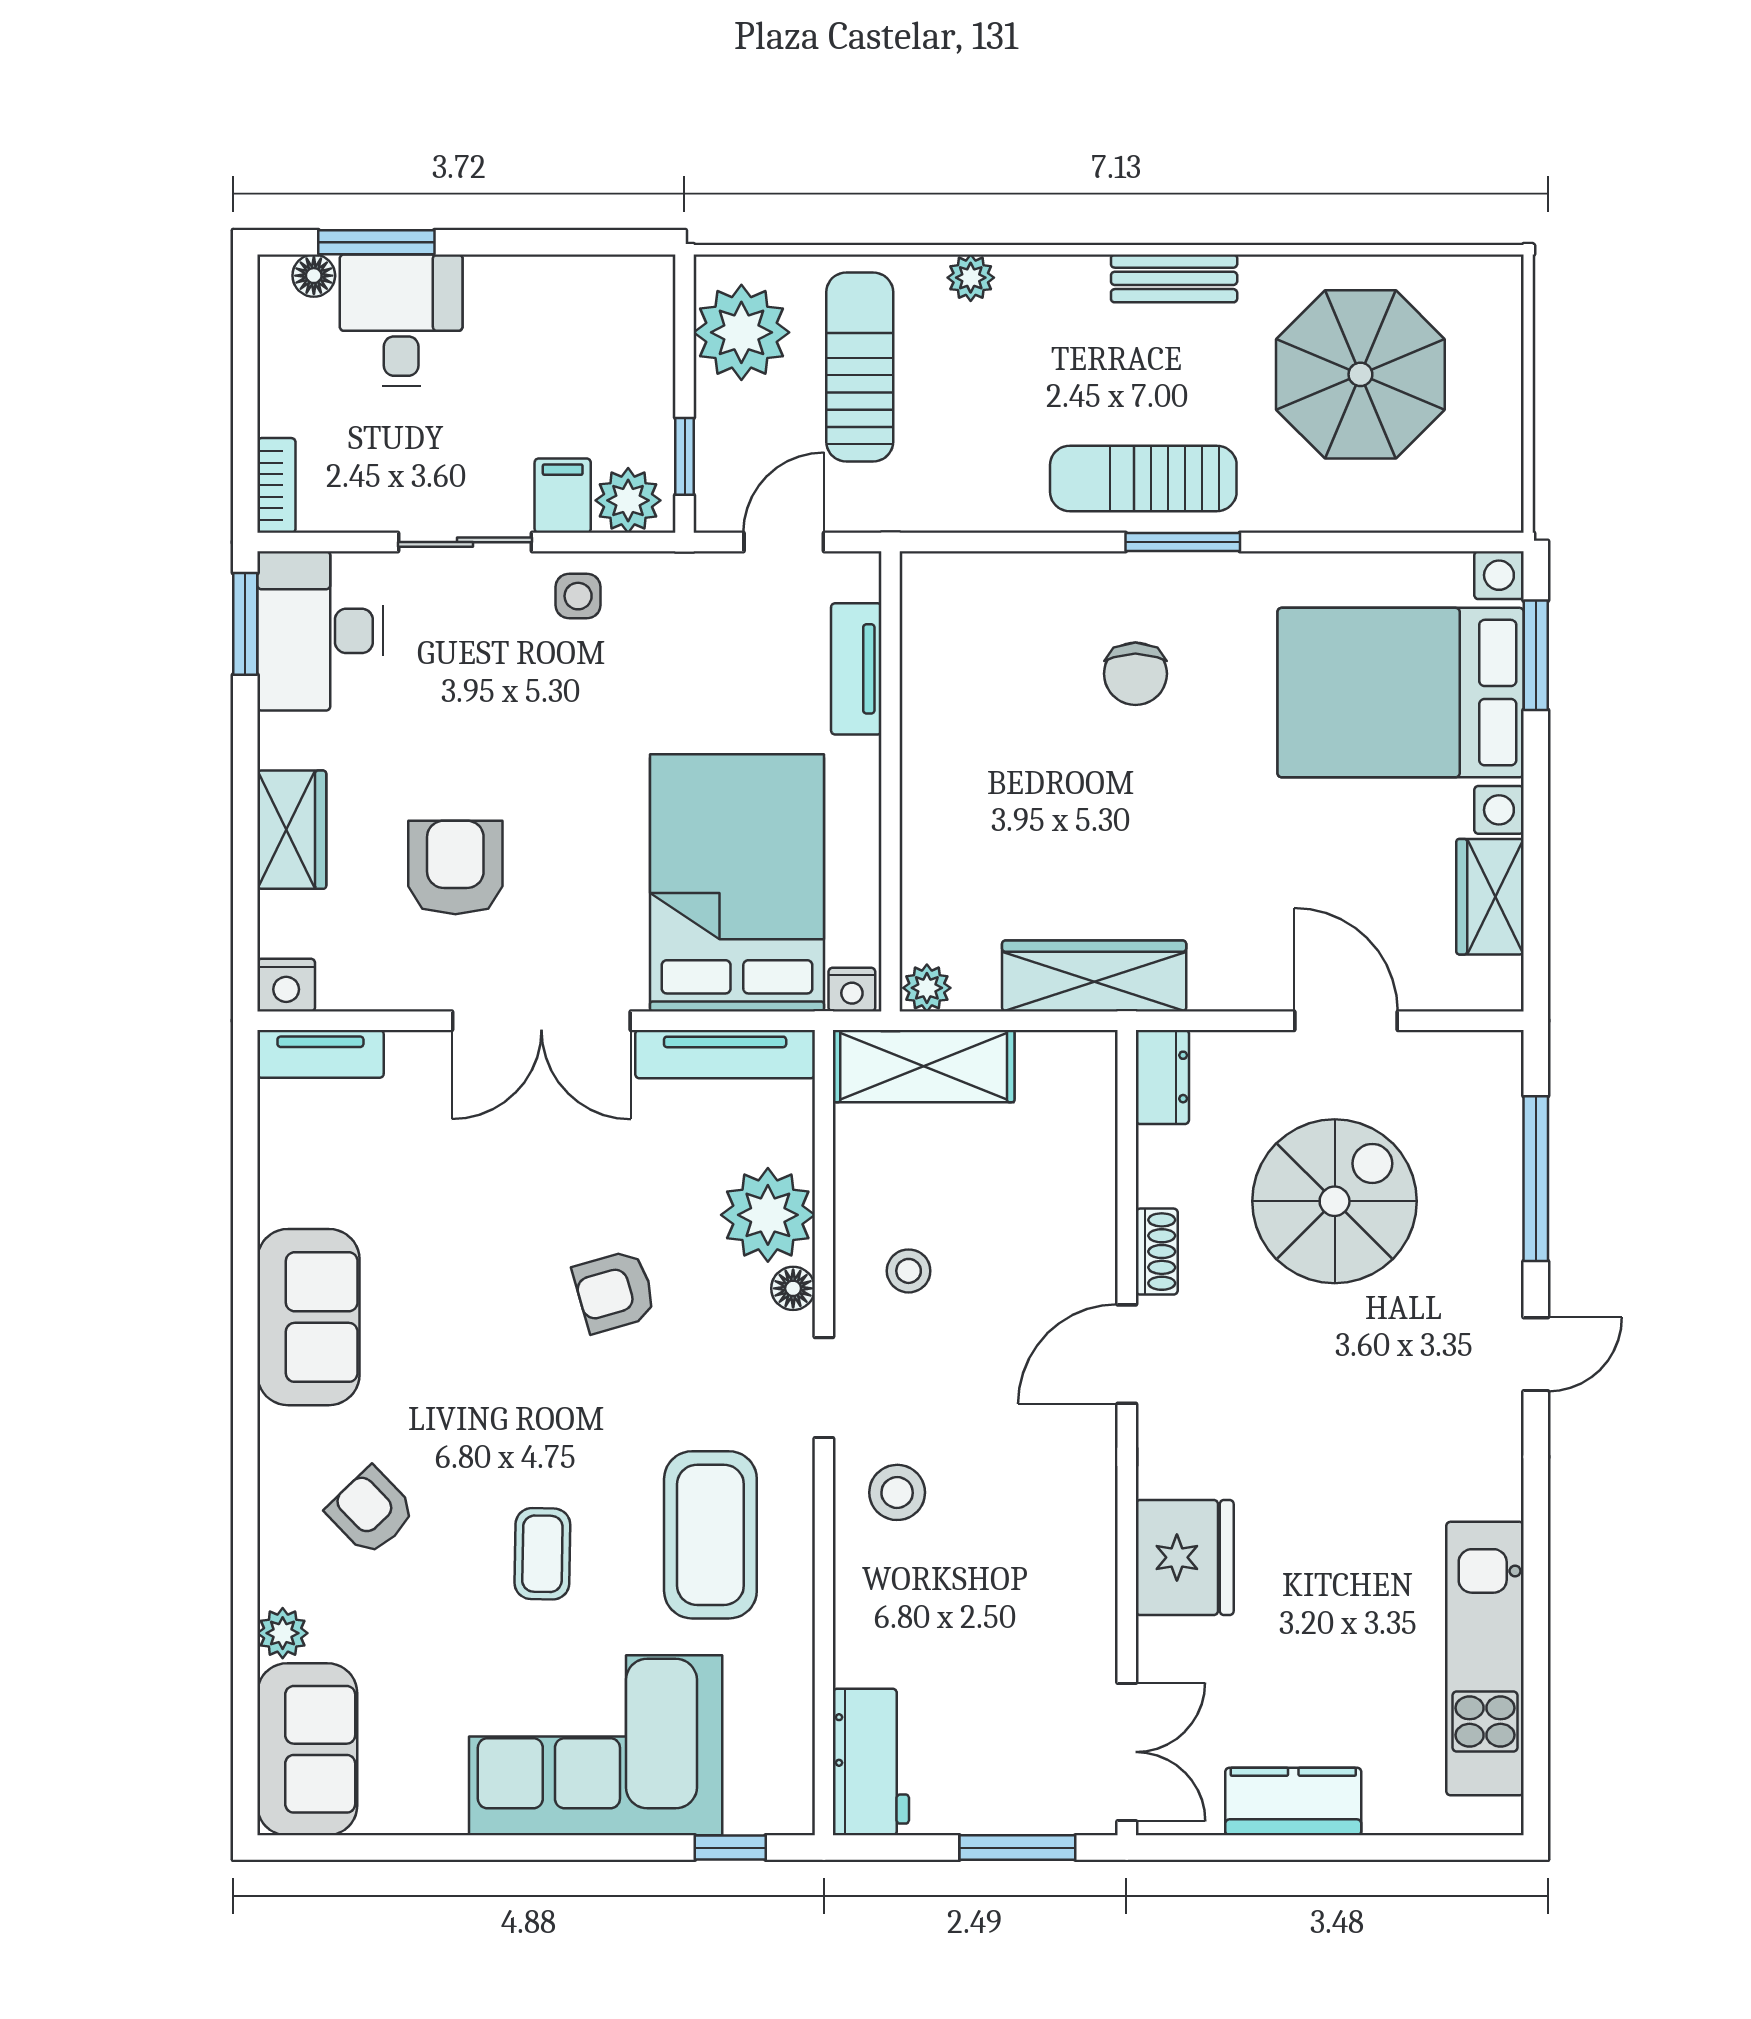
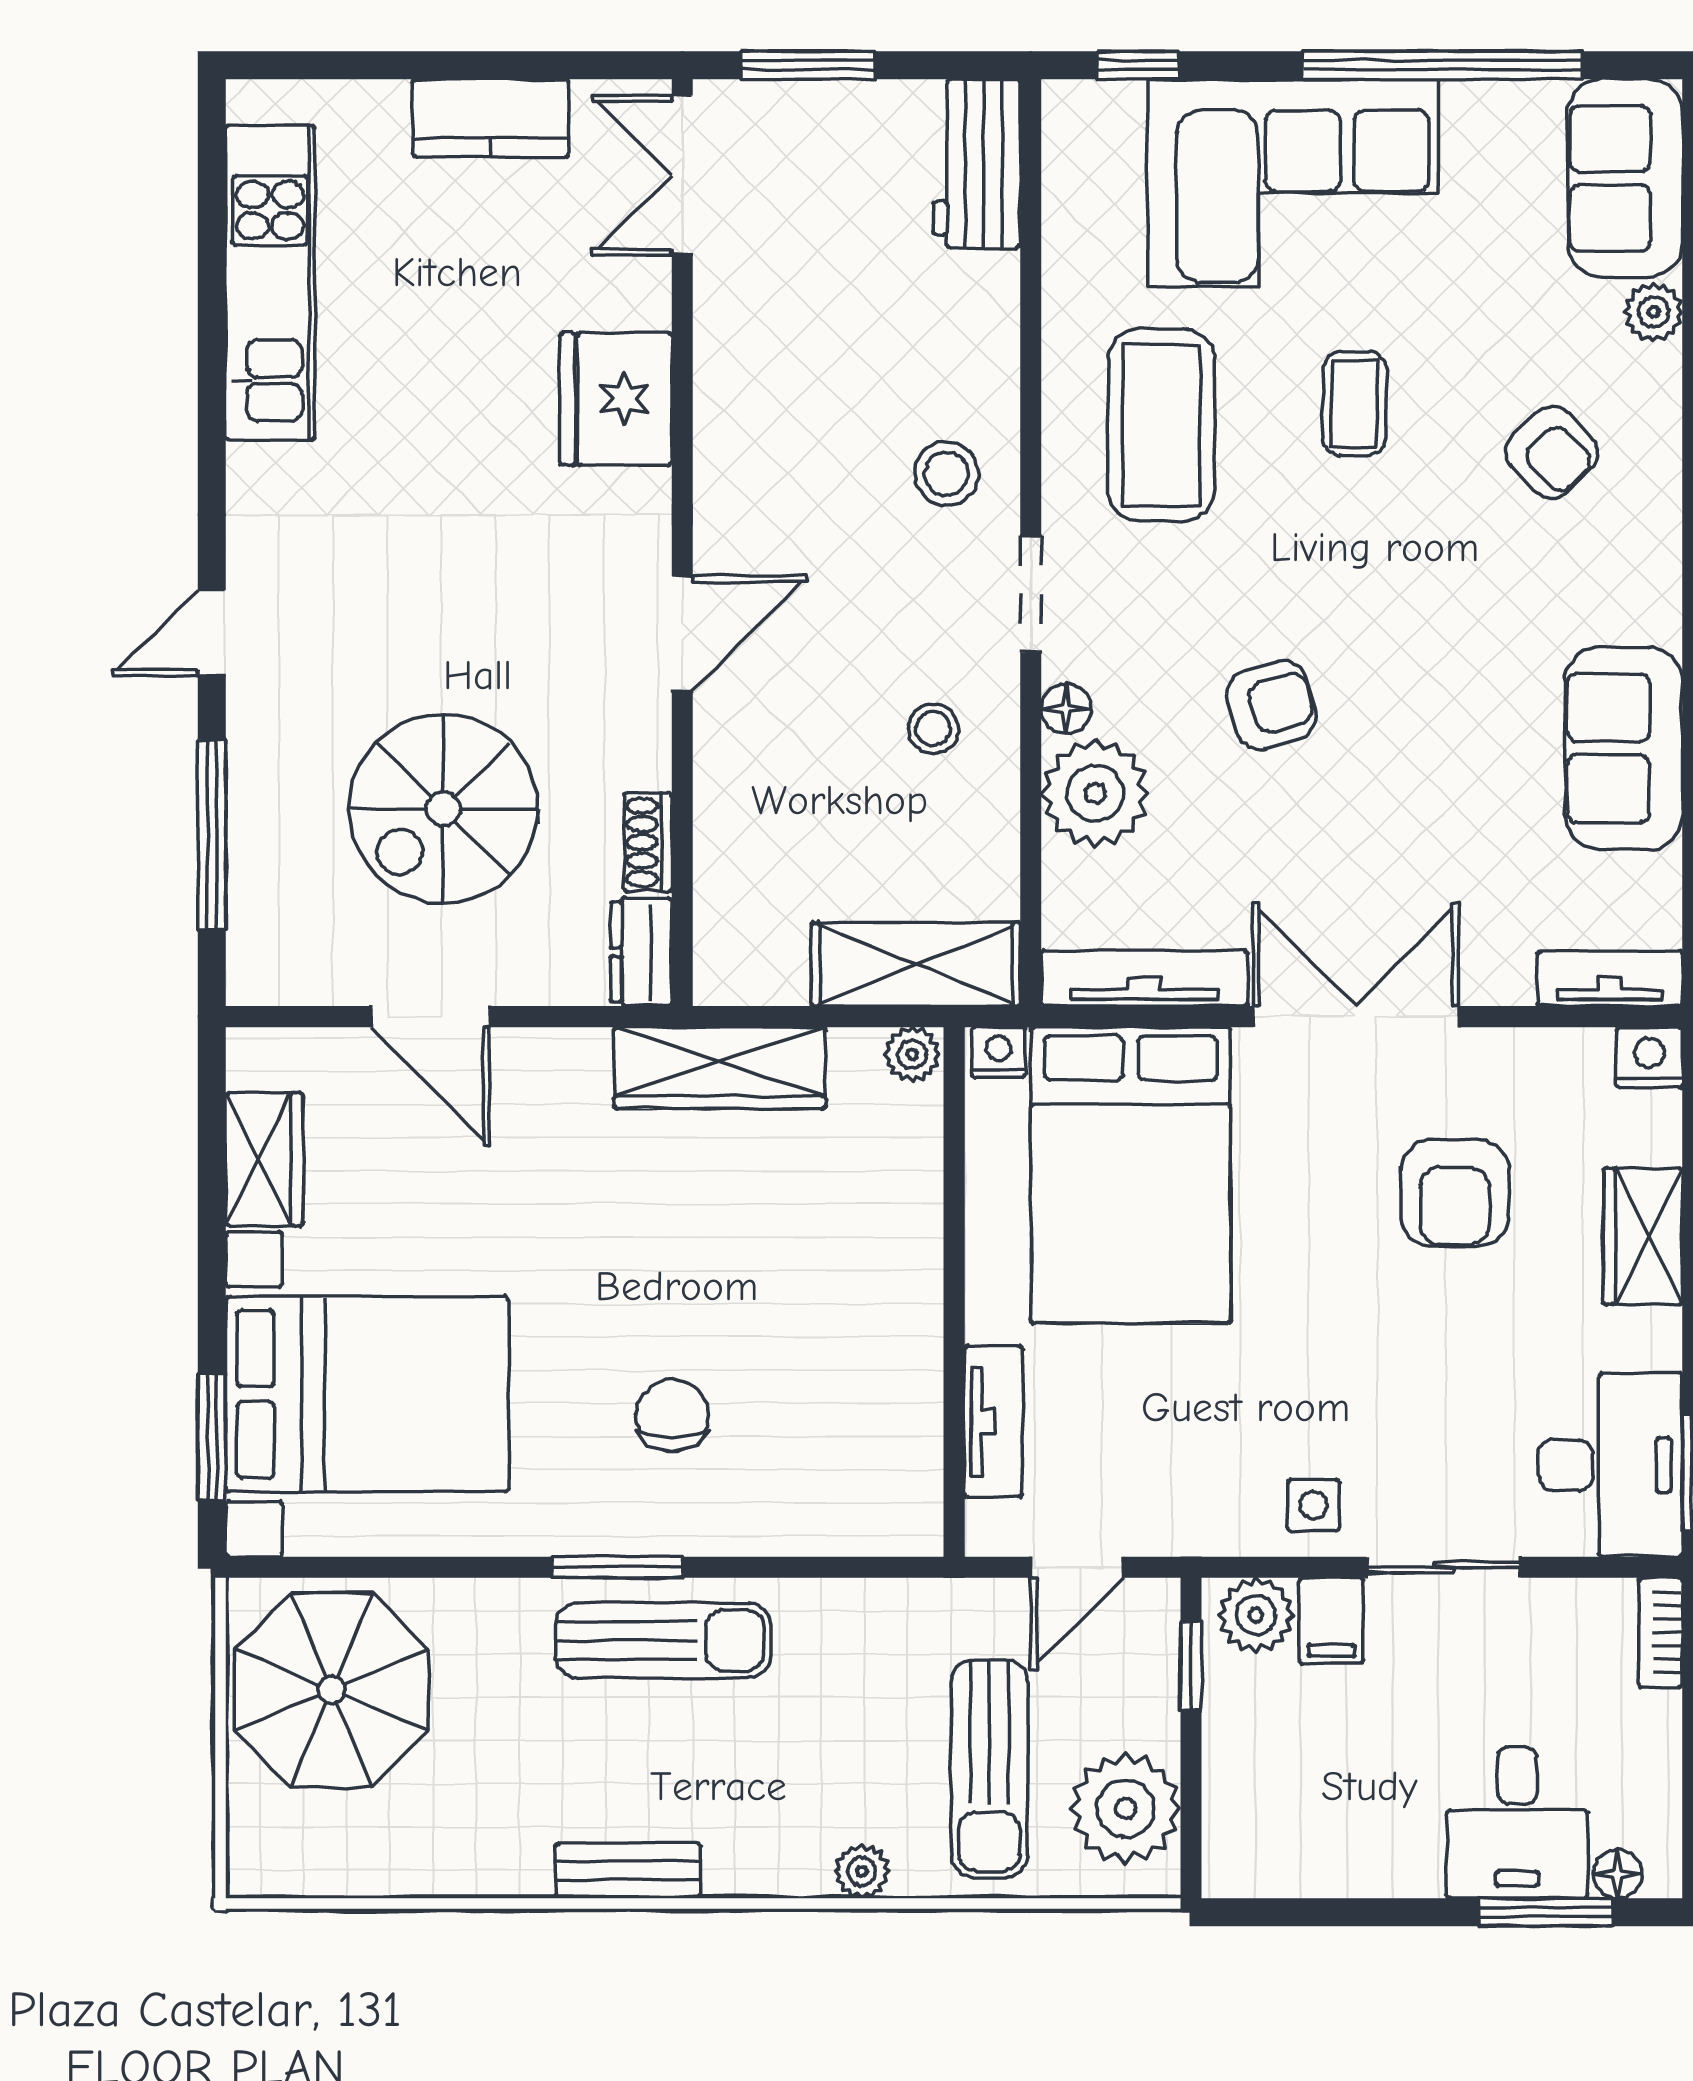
parasol: (1360, 374) -> (331, 1690), moved
shoe rack: (1157, 1252) -> (648, 842), moved
sofa: (308, 1317) -> (1624, 748), moved
window: (466, 1848) -> (1443, 65), added

